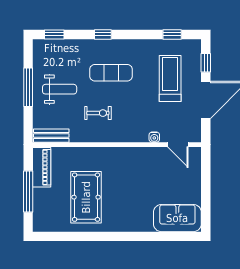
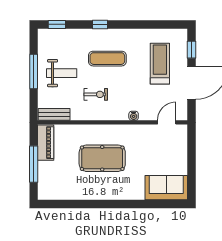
window: (172, 34) -> (162, 24), removed
water cooler: (154, 137) -> (134, 116), moved
door: (178, 145) -> (167, 122), swing flipped
pool table: (86, 197) -> (102, 158), moved, turned 90

